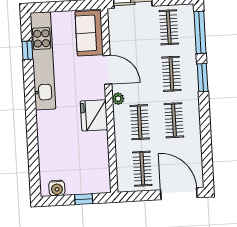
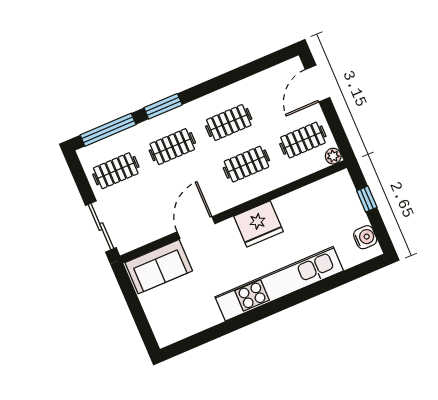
window: (27, 50) -> (208, 336), removed
kitchen unit: (43, 61) -> (279, 284), moved
plant: (118, 99) -> (333, 156), moved
door: (179, 194) -> (318, 83), width x0.73

